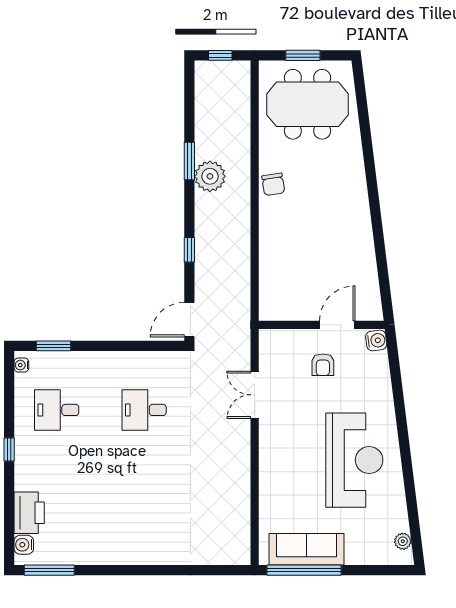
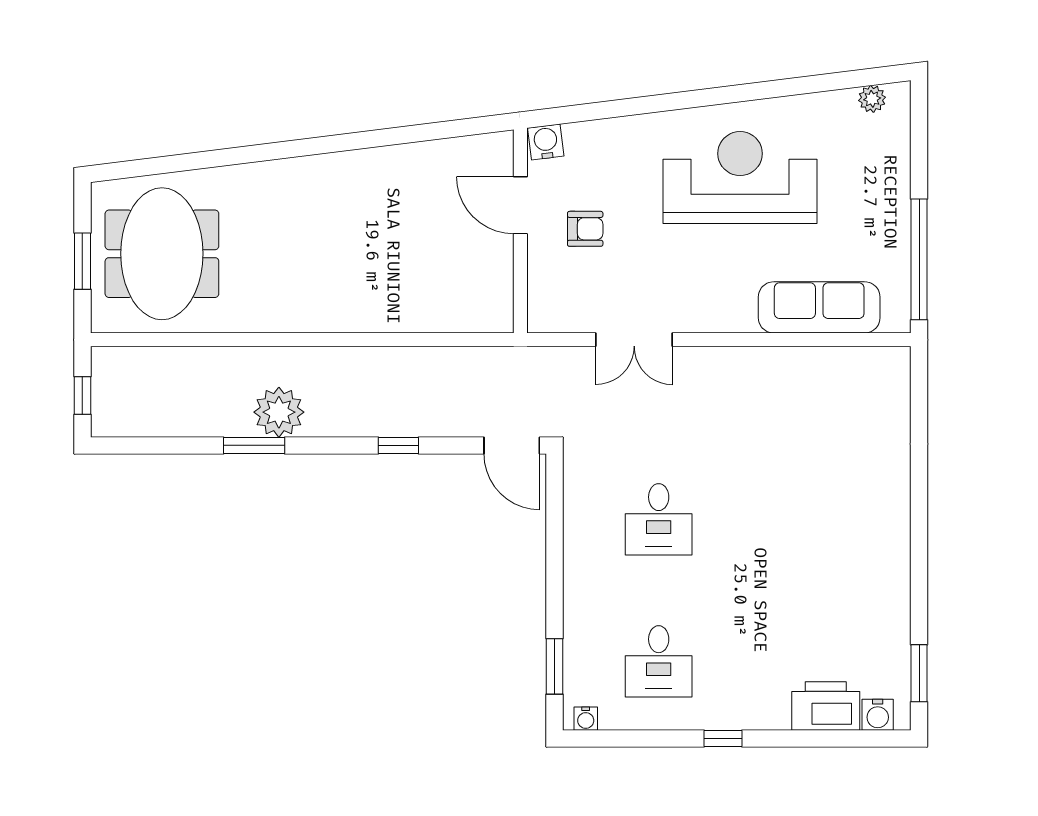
chair: (273, 184) -> (292, 309), removed
sofa: (306, 549) -> (819, 307), moved, turned 90
window: (49, 570) -> (919, 673), width x0.69

